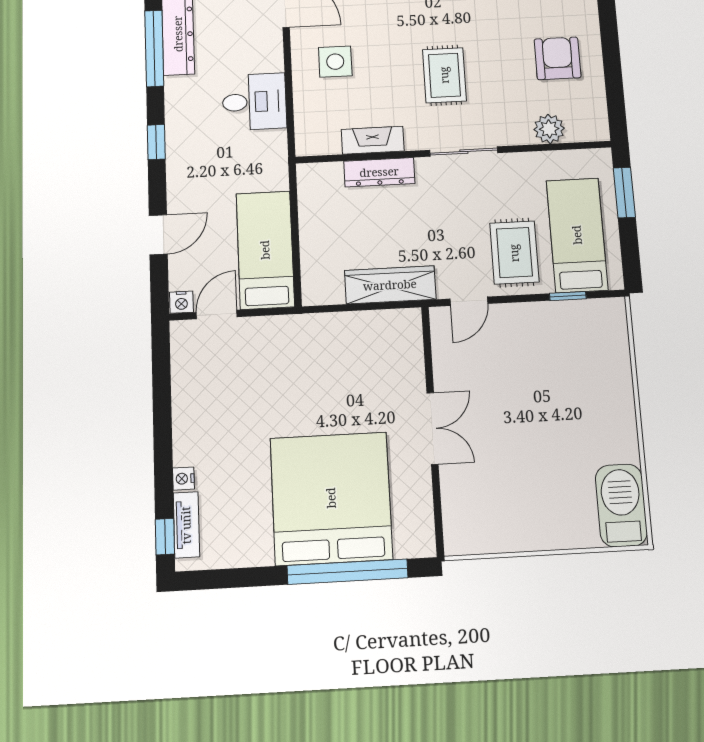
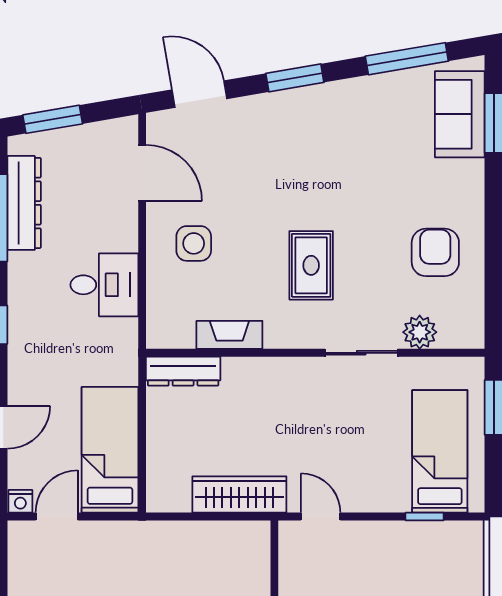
sliding door: (464, 152) -> (361, 353), moved
dresser: (379, 172) -> (183, 371), moved
rug: (514, 253) -> (372, 467), removed
door: (469, 301) -> (321, 516), swing flipped

